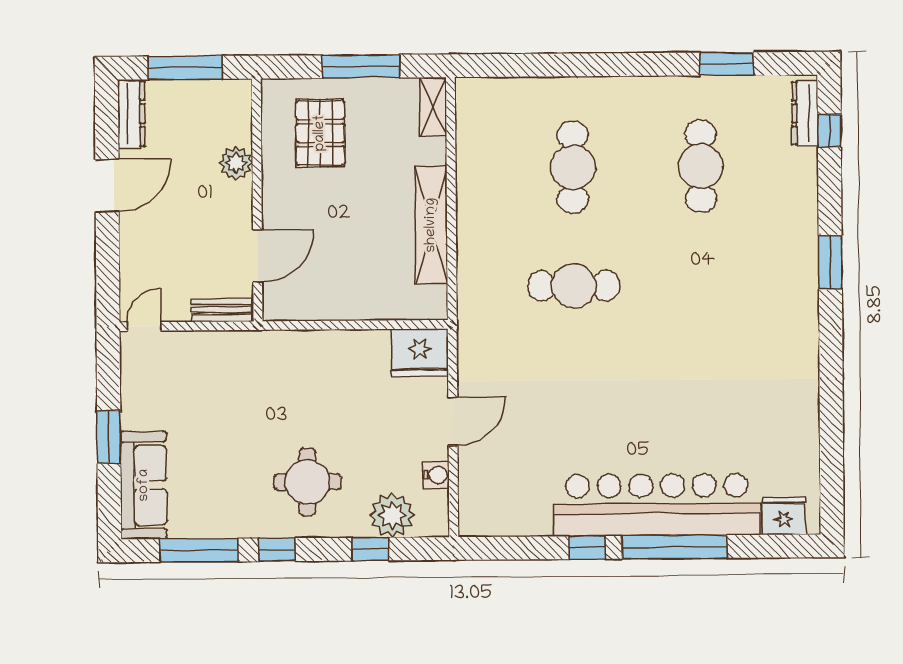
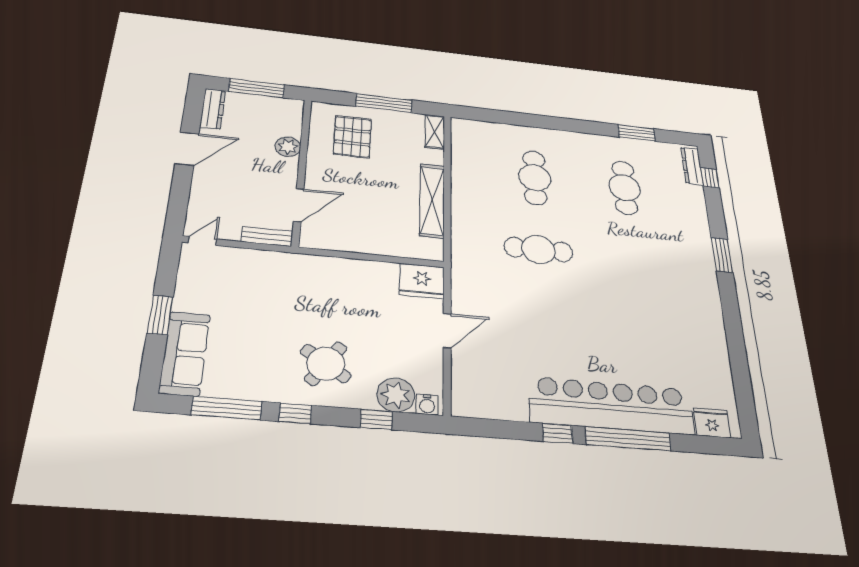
water cooler: (436, 475) -> (427, 405), moved, turned 90
round table: (307, 482) -> (326, 364), turned 34

